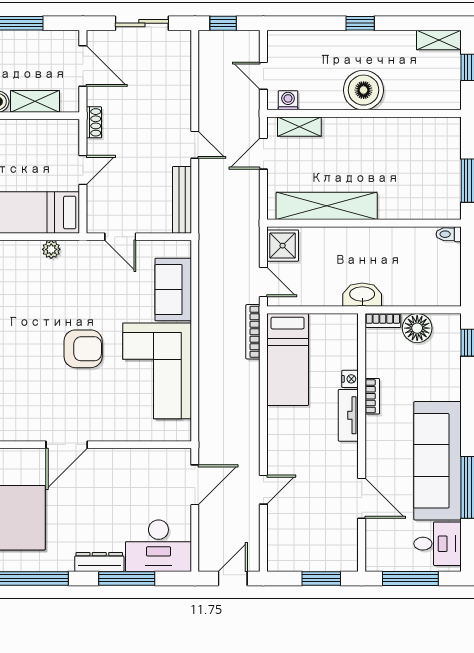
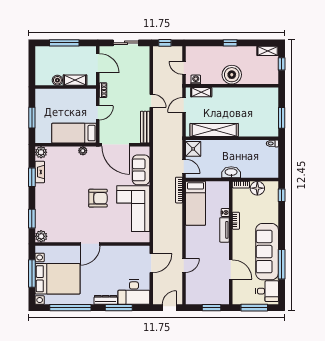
door: (120, 237) -> (116, 145), width x1.88

